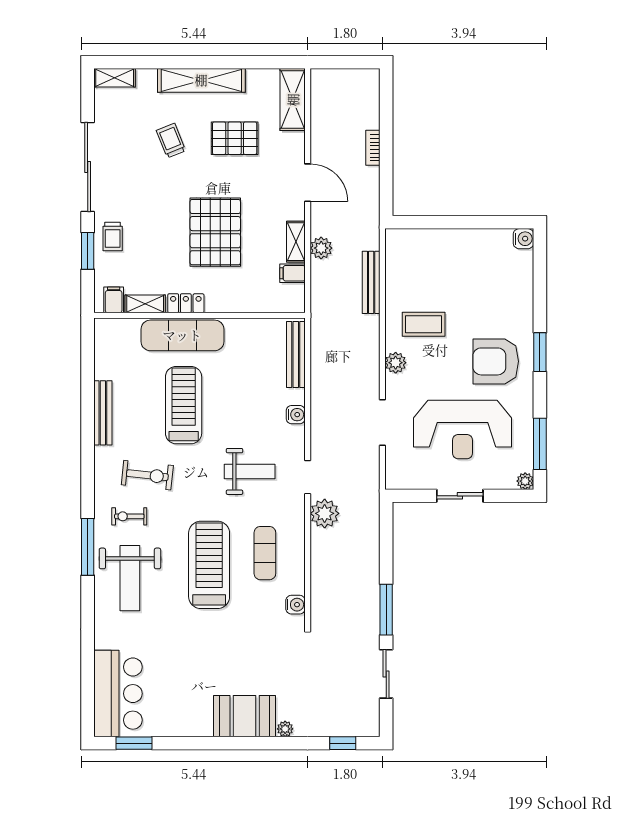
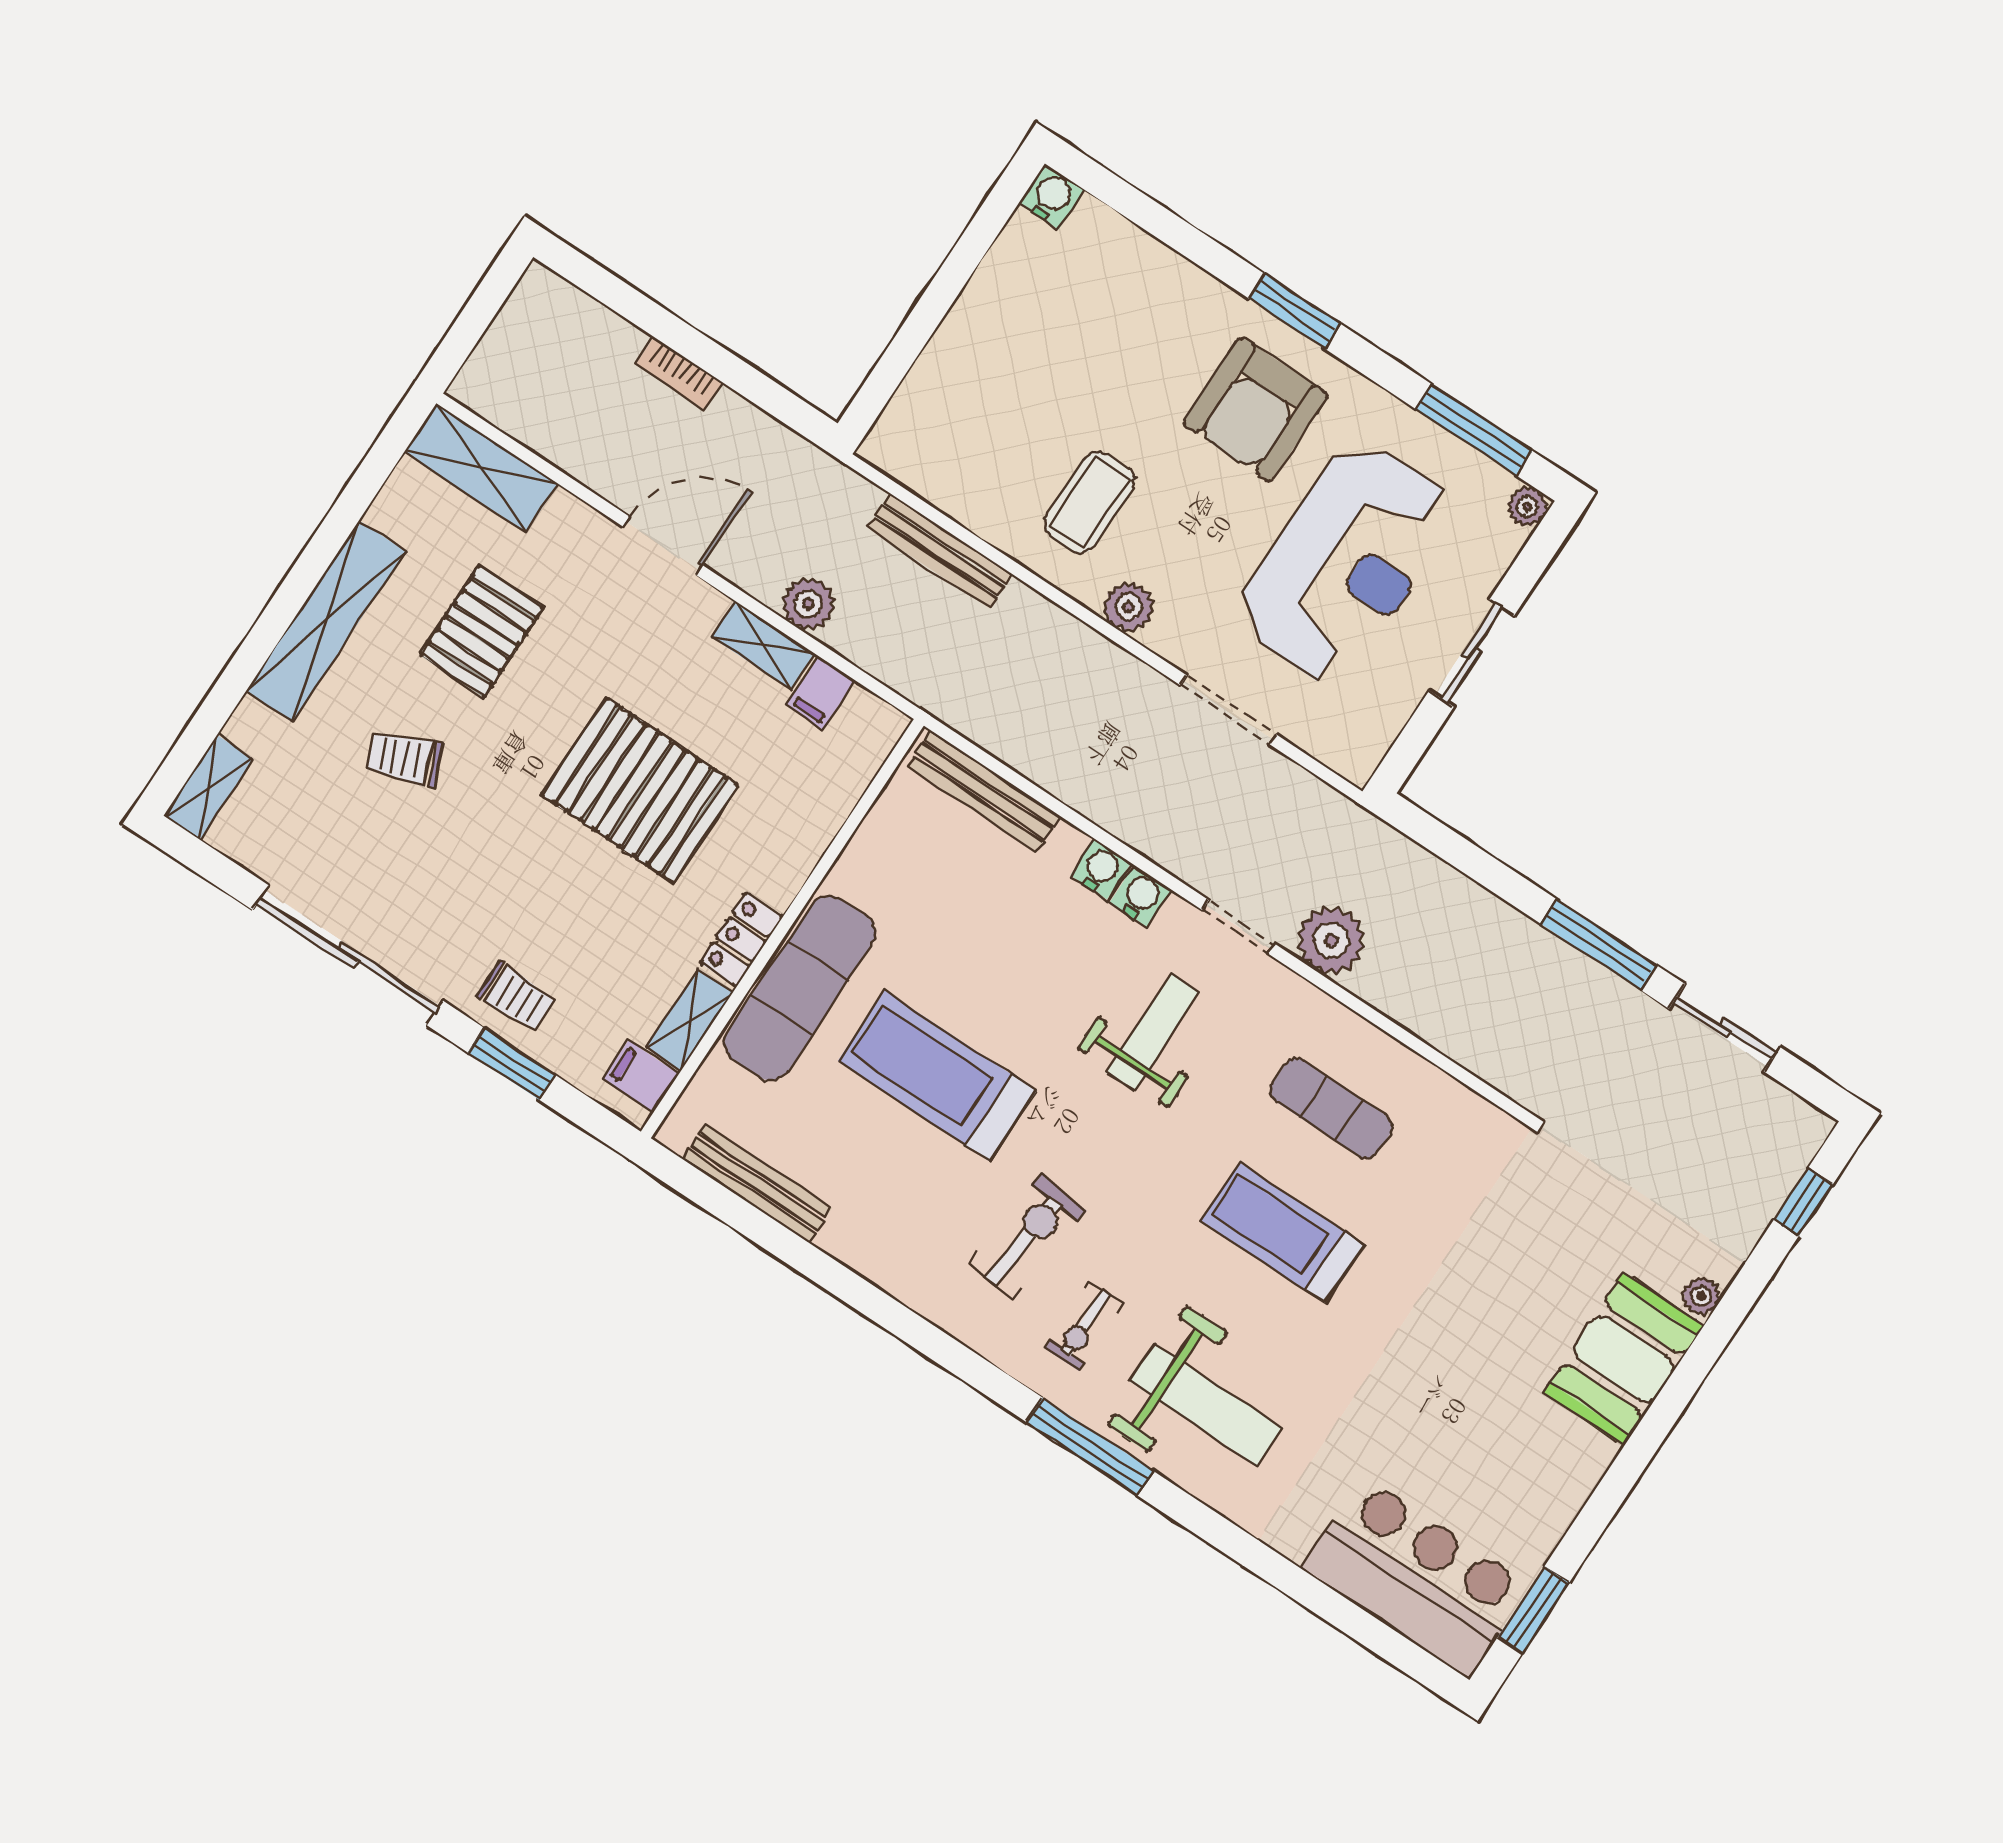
bench: (103, 413) -> (757, 1184), moved
treadmill: (209, 565) -> (1282, 1233), width x0.73, depth x0.73
water cooler: (295, 605) -> (1141, 896), moved

